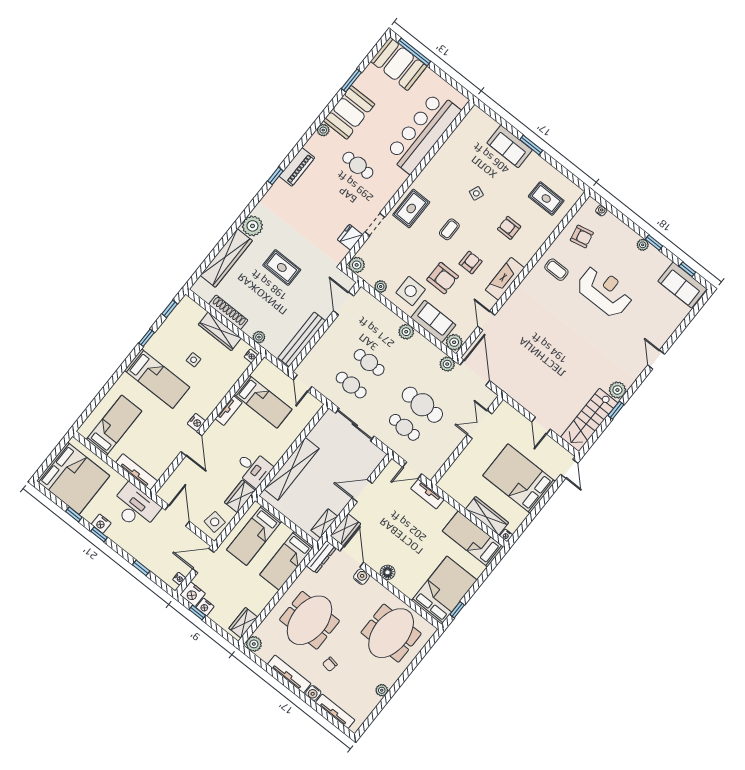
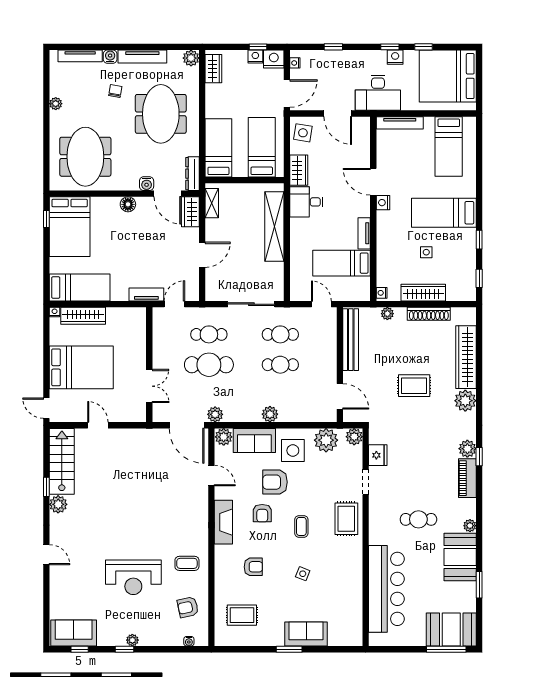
plant: (279, 189) -> (467, 449), added
plant: (381, 286) -> (326, 440), width x1.87, depth x1.87

